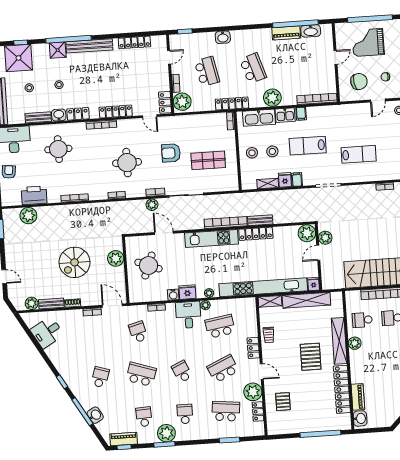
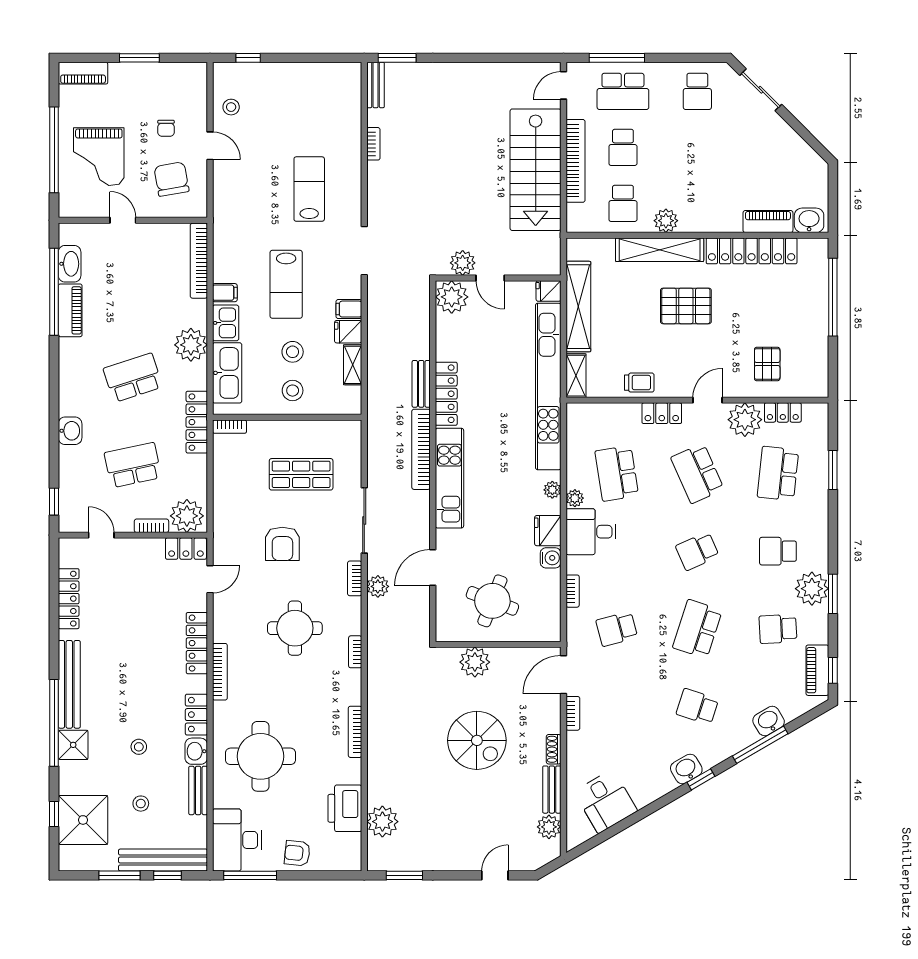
round table: (58, 149) -> (260, 756), width x1.36, depth x1.36
shop shelf: (208, 160) -> (301, 474), turned 90
washbasin: (67, 374) -> (686, 769), added
pallet: (283, 402) -> (767, 364), turned 90

